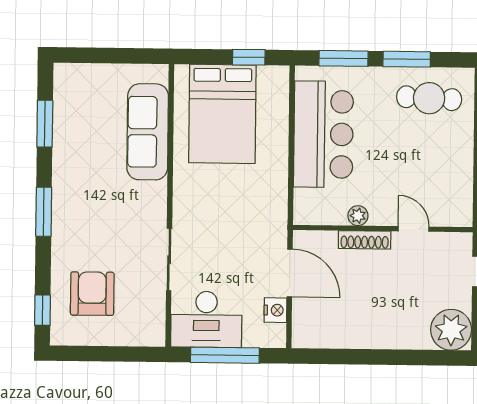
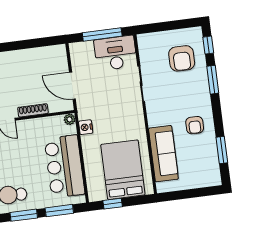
armchair: (86, 174) -> (195, 125), added
window: (44, 212) -> (213, 80), moved
plant: (358, 216) -> (70, 119), moved
nightstand: (275, 310) -> (86, 127), moved

